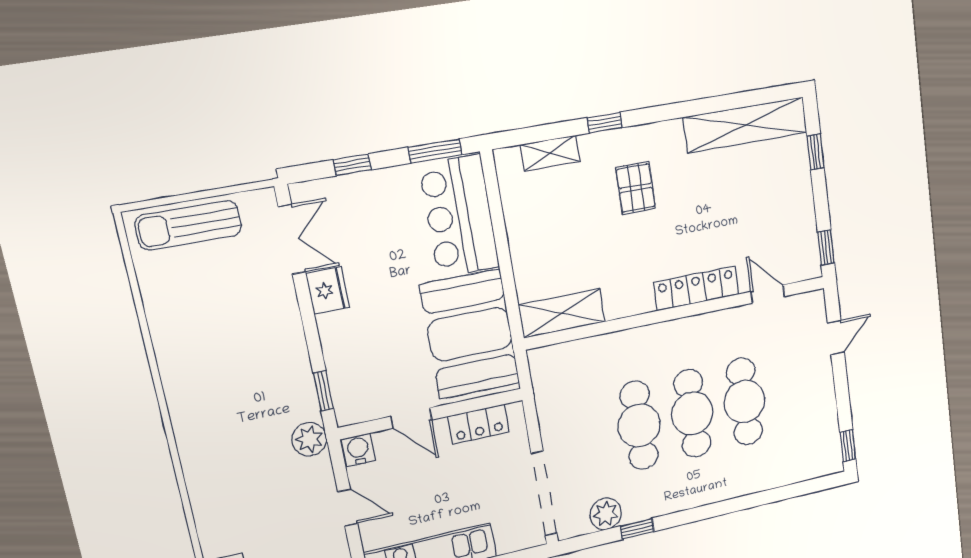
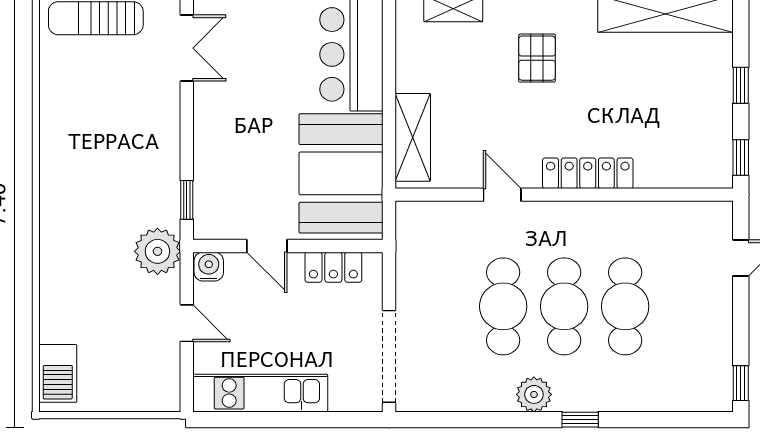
window: (815, 152) -> (741, 85), moved
fridge: (328, 290) -> (210, 103), removed
door: (768, 294) -> (502, 195), moved
shelving: (562, 313) -> (413, 137), moved, turned 90
plant: (309, 439) -> (157, 251), width x1.36, depth x1.36
plant: (606, 514) -> (534, 394), moved
window: (637, 529) -> (580, 420), moved

